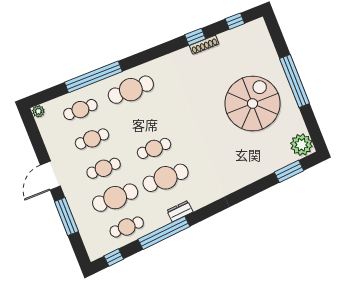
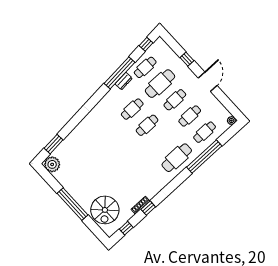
spiral stairs: (253, 104) -> (105, 210), moved, width x0.73, depth x0.73
cafe table: (166, 178) -> (132, 109), width x0.73, depth x0.74
dresser: (180, 211) -> (124, 81), moved
window: (66, 216) -> (187, 59), width x0.46

